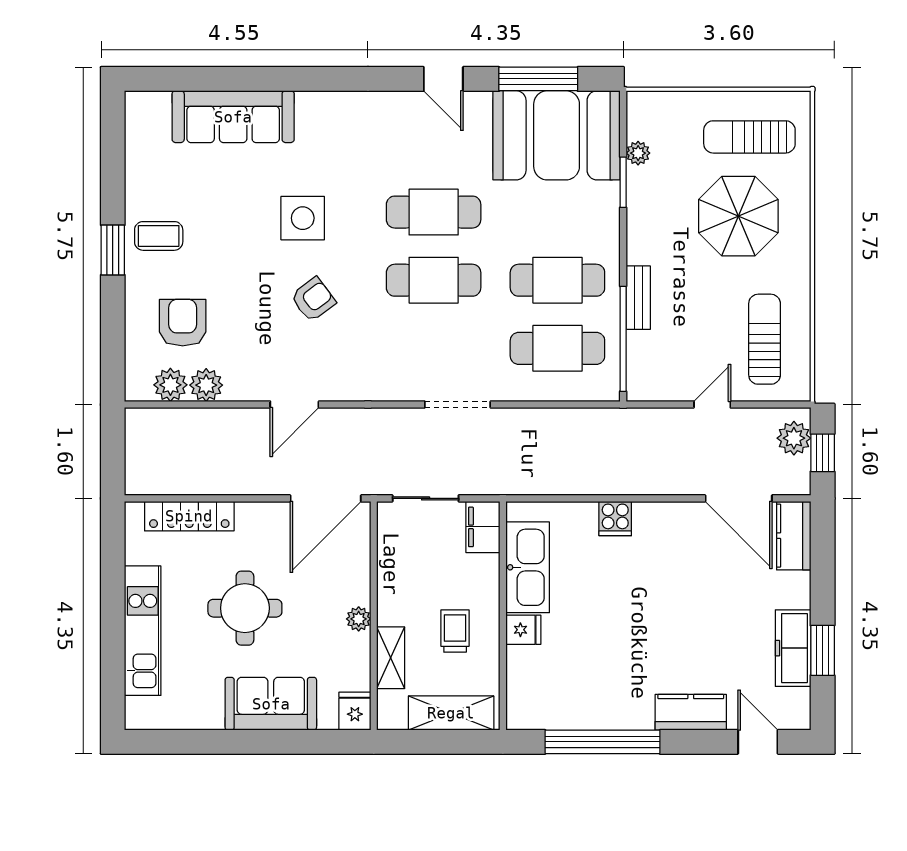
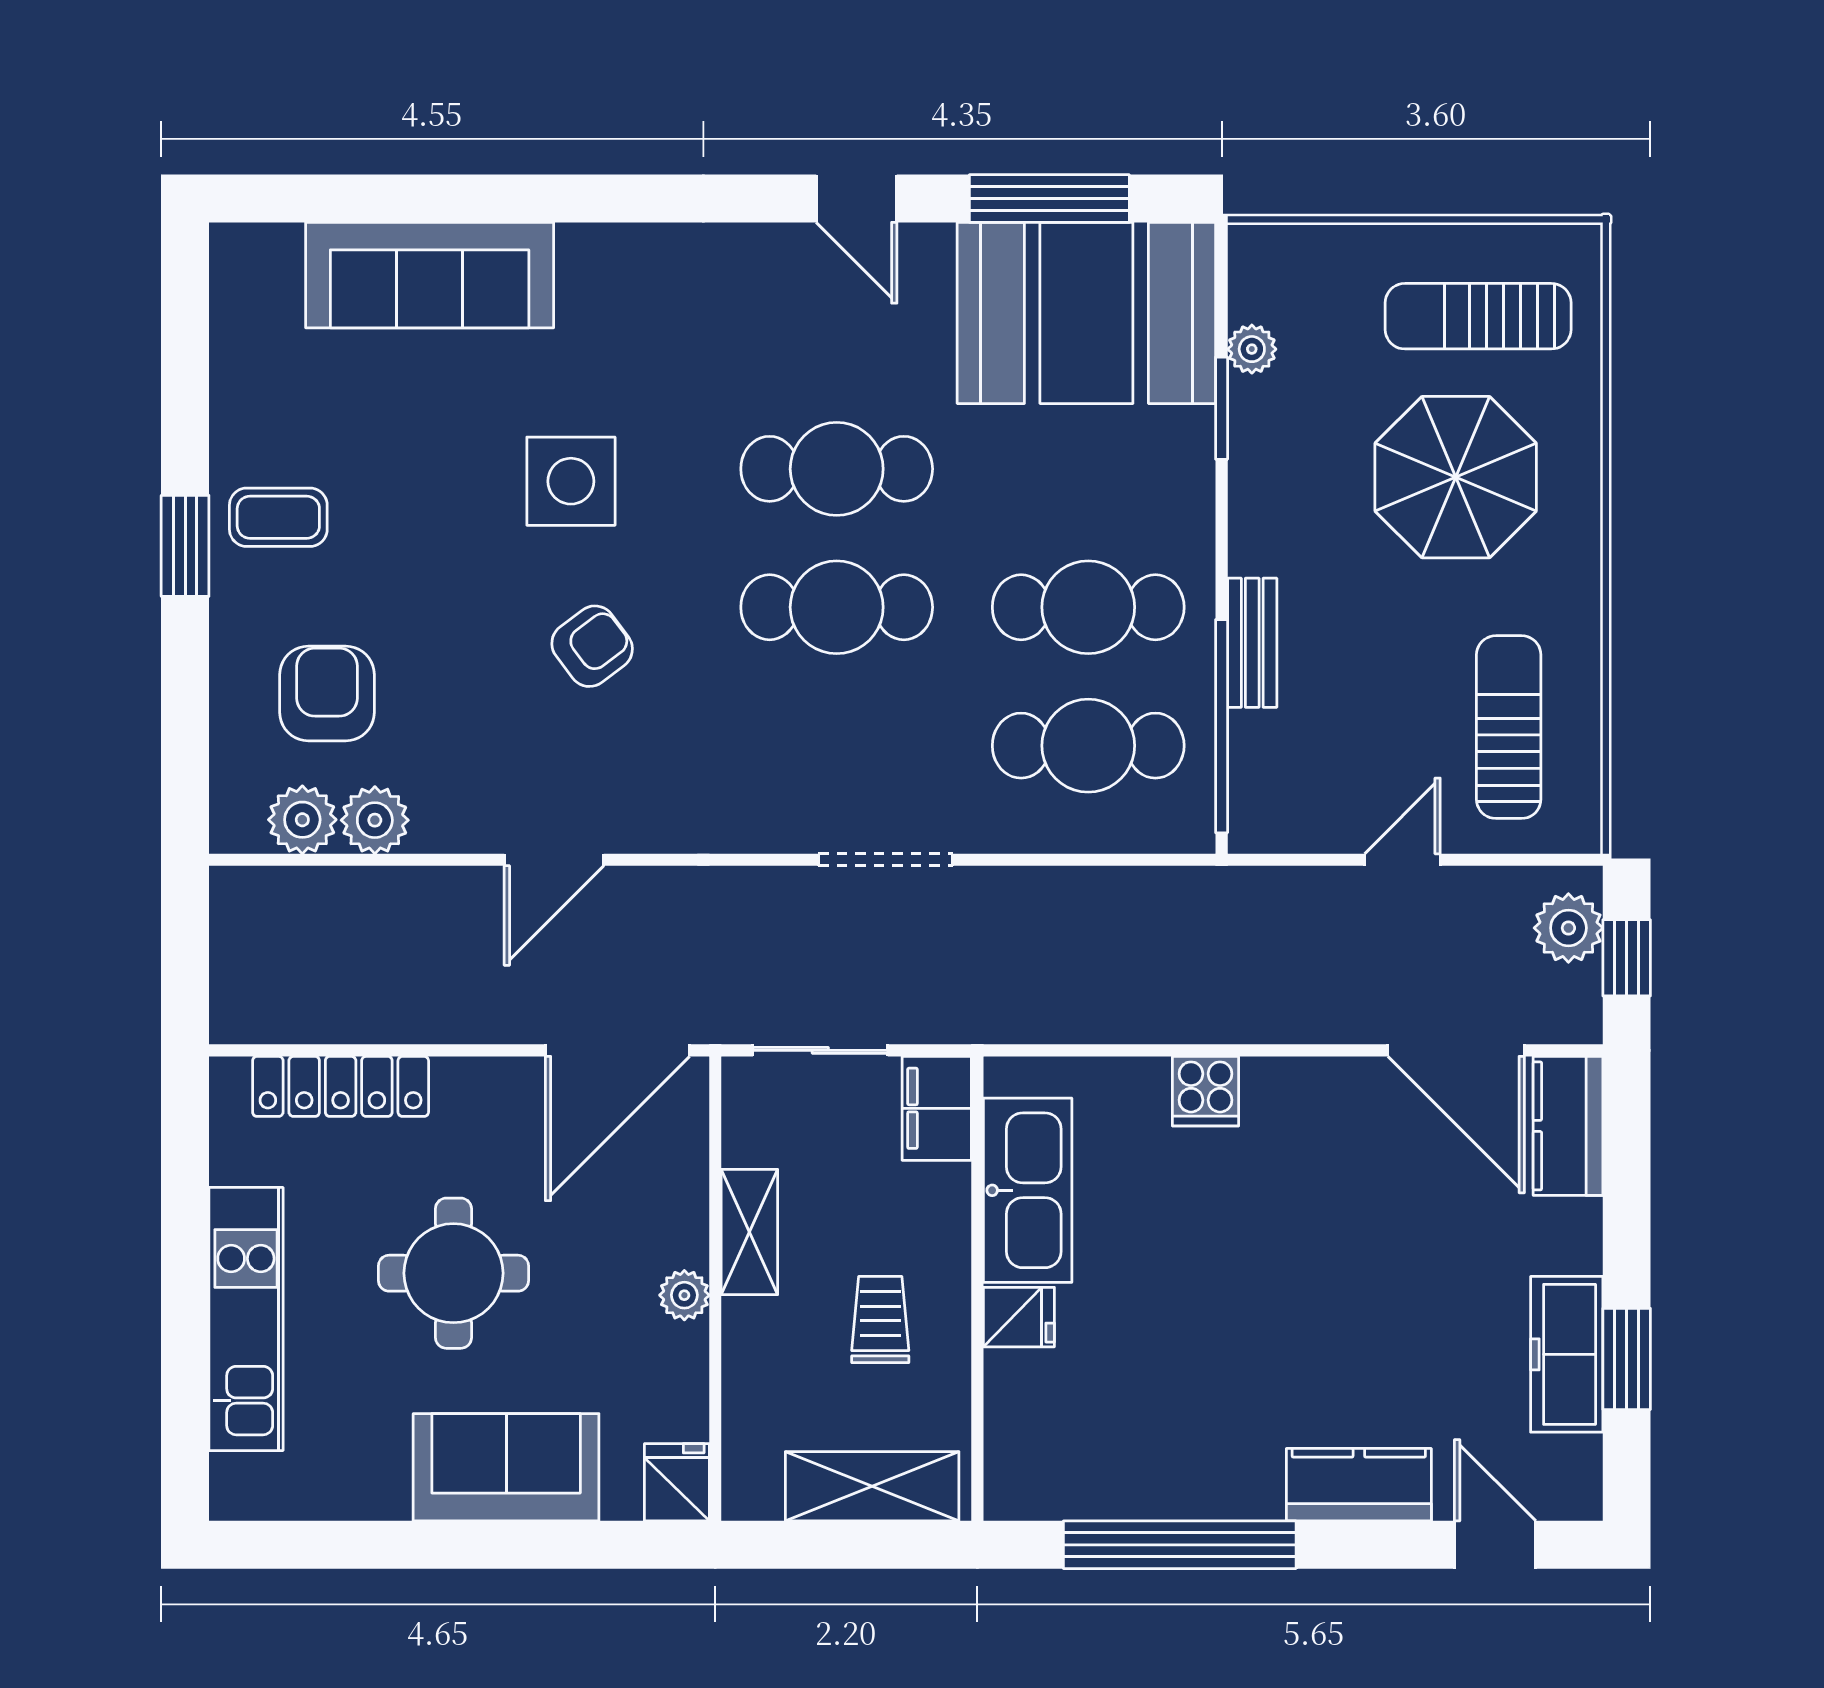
shelving: (391, 658) -> (749, 1232), moved

